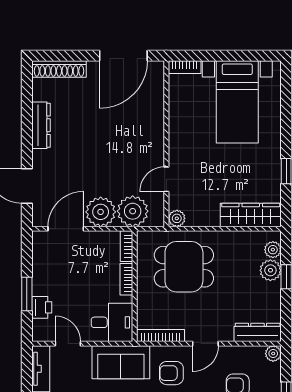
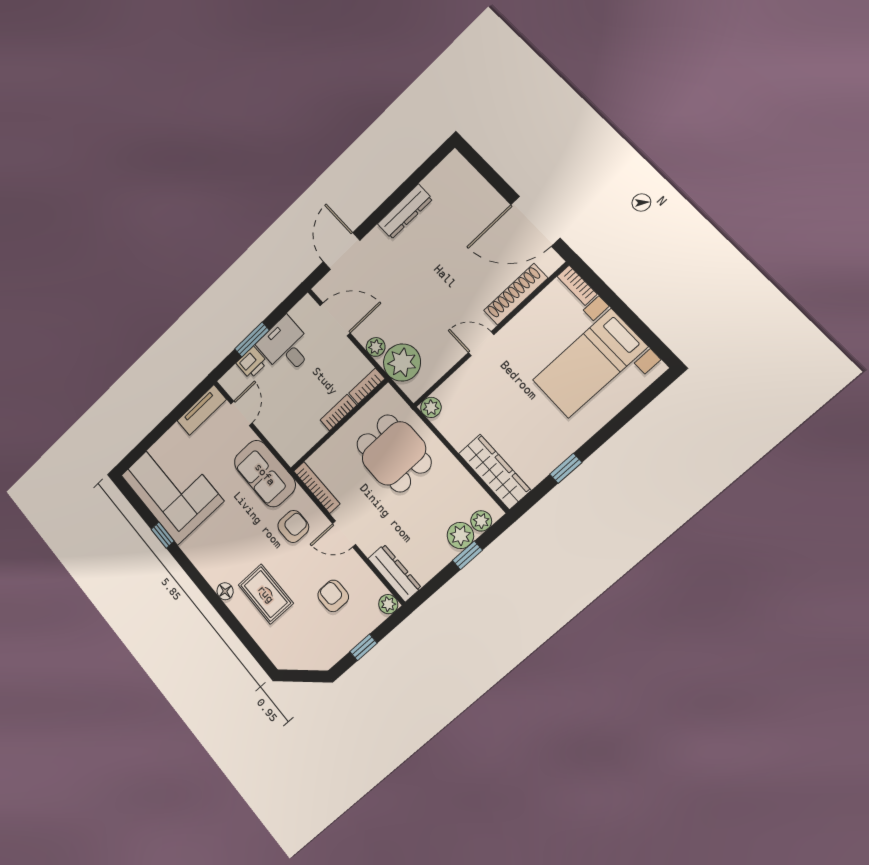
shoe rack: (59, 69) -> (516, 294), moved, turned 90
door: (166, 179) -> (481, 344), moved
plant: (101, 212) -> (376, 347), width x0.53, depth x0.53
desk: (112, 322) -> (286, 346), moved, turned 180
armchair: (171, 373) -> (293, 526), turned 90

